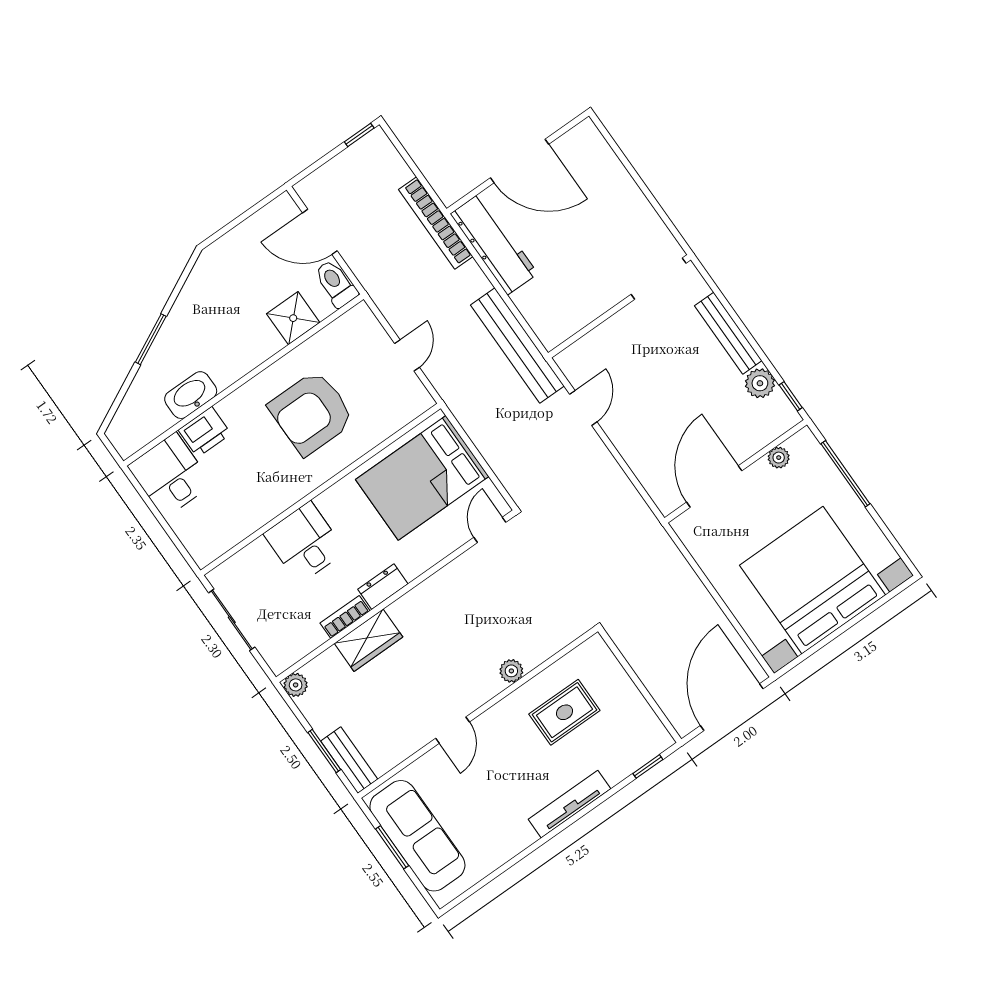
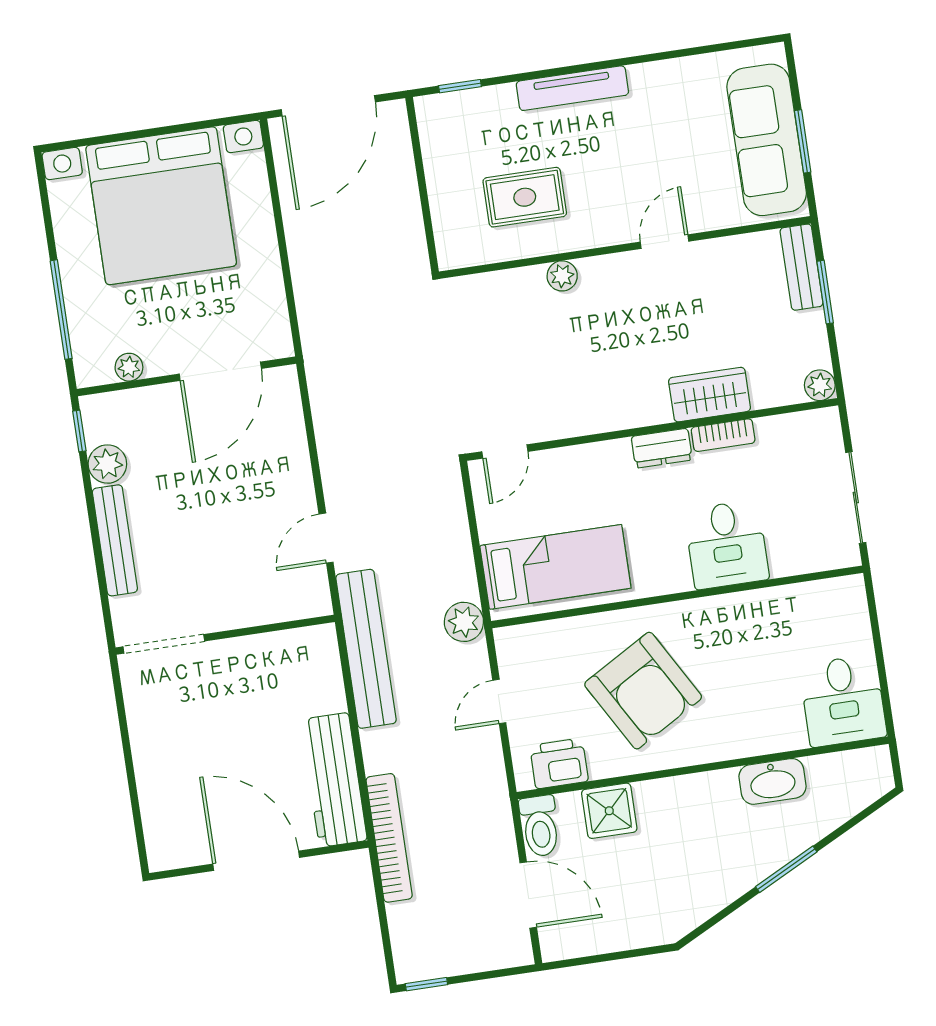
plant: (459, 398) -> (464, 622), added
armchair: (312, 413) -> (643, 691), turned 60
printer: (205, 432) -> (559, 763), moved
bed: (422, 478) -> (555, 567), width x0.67

